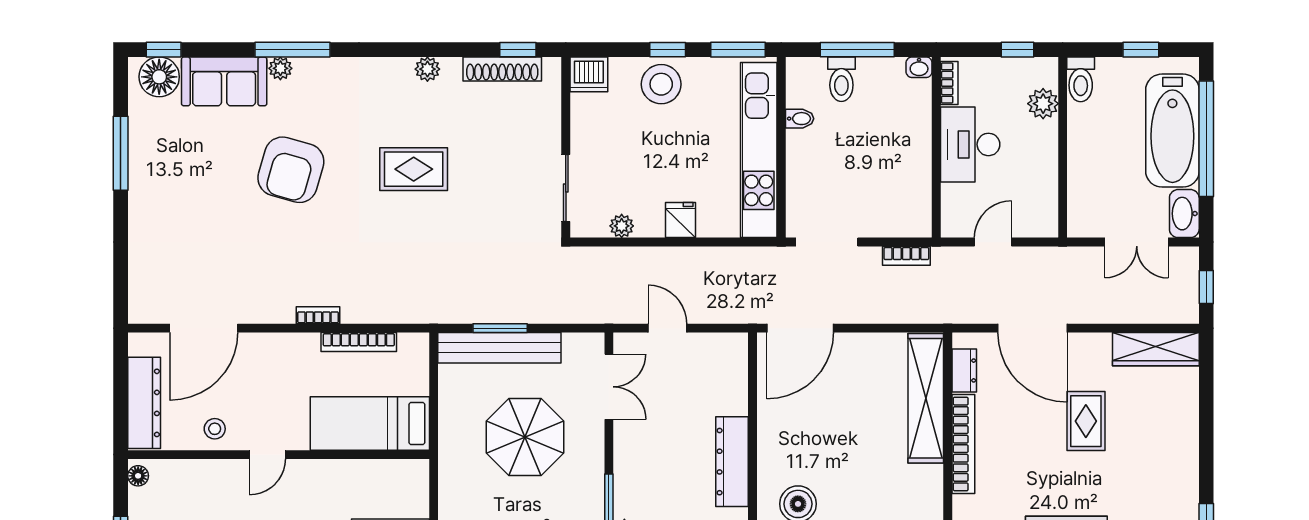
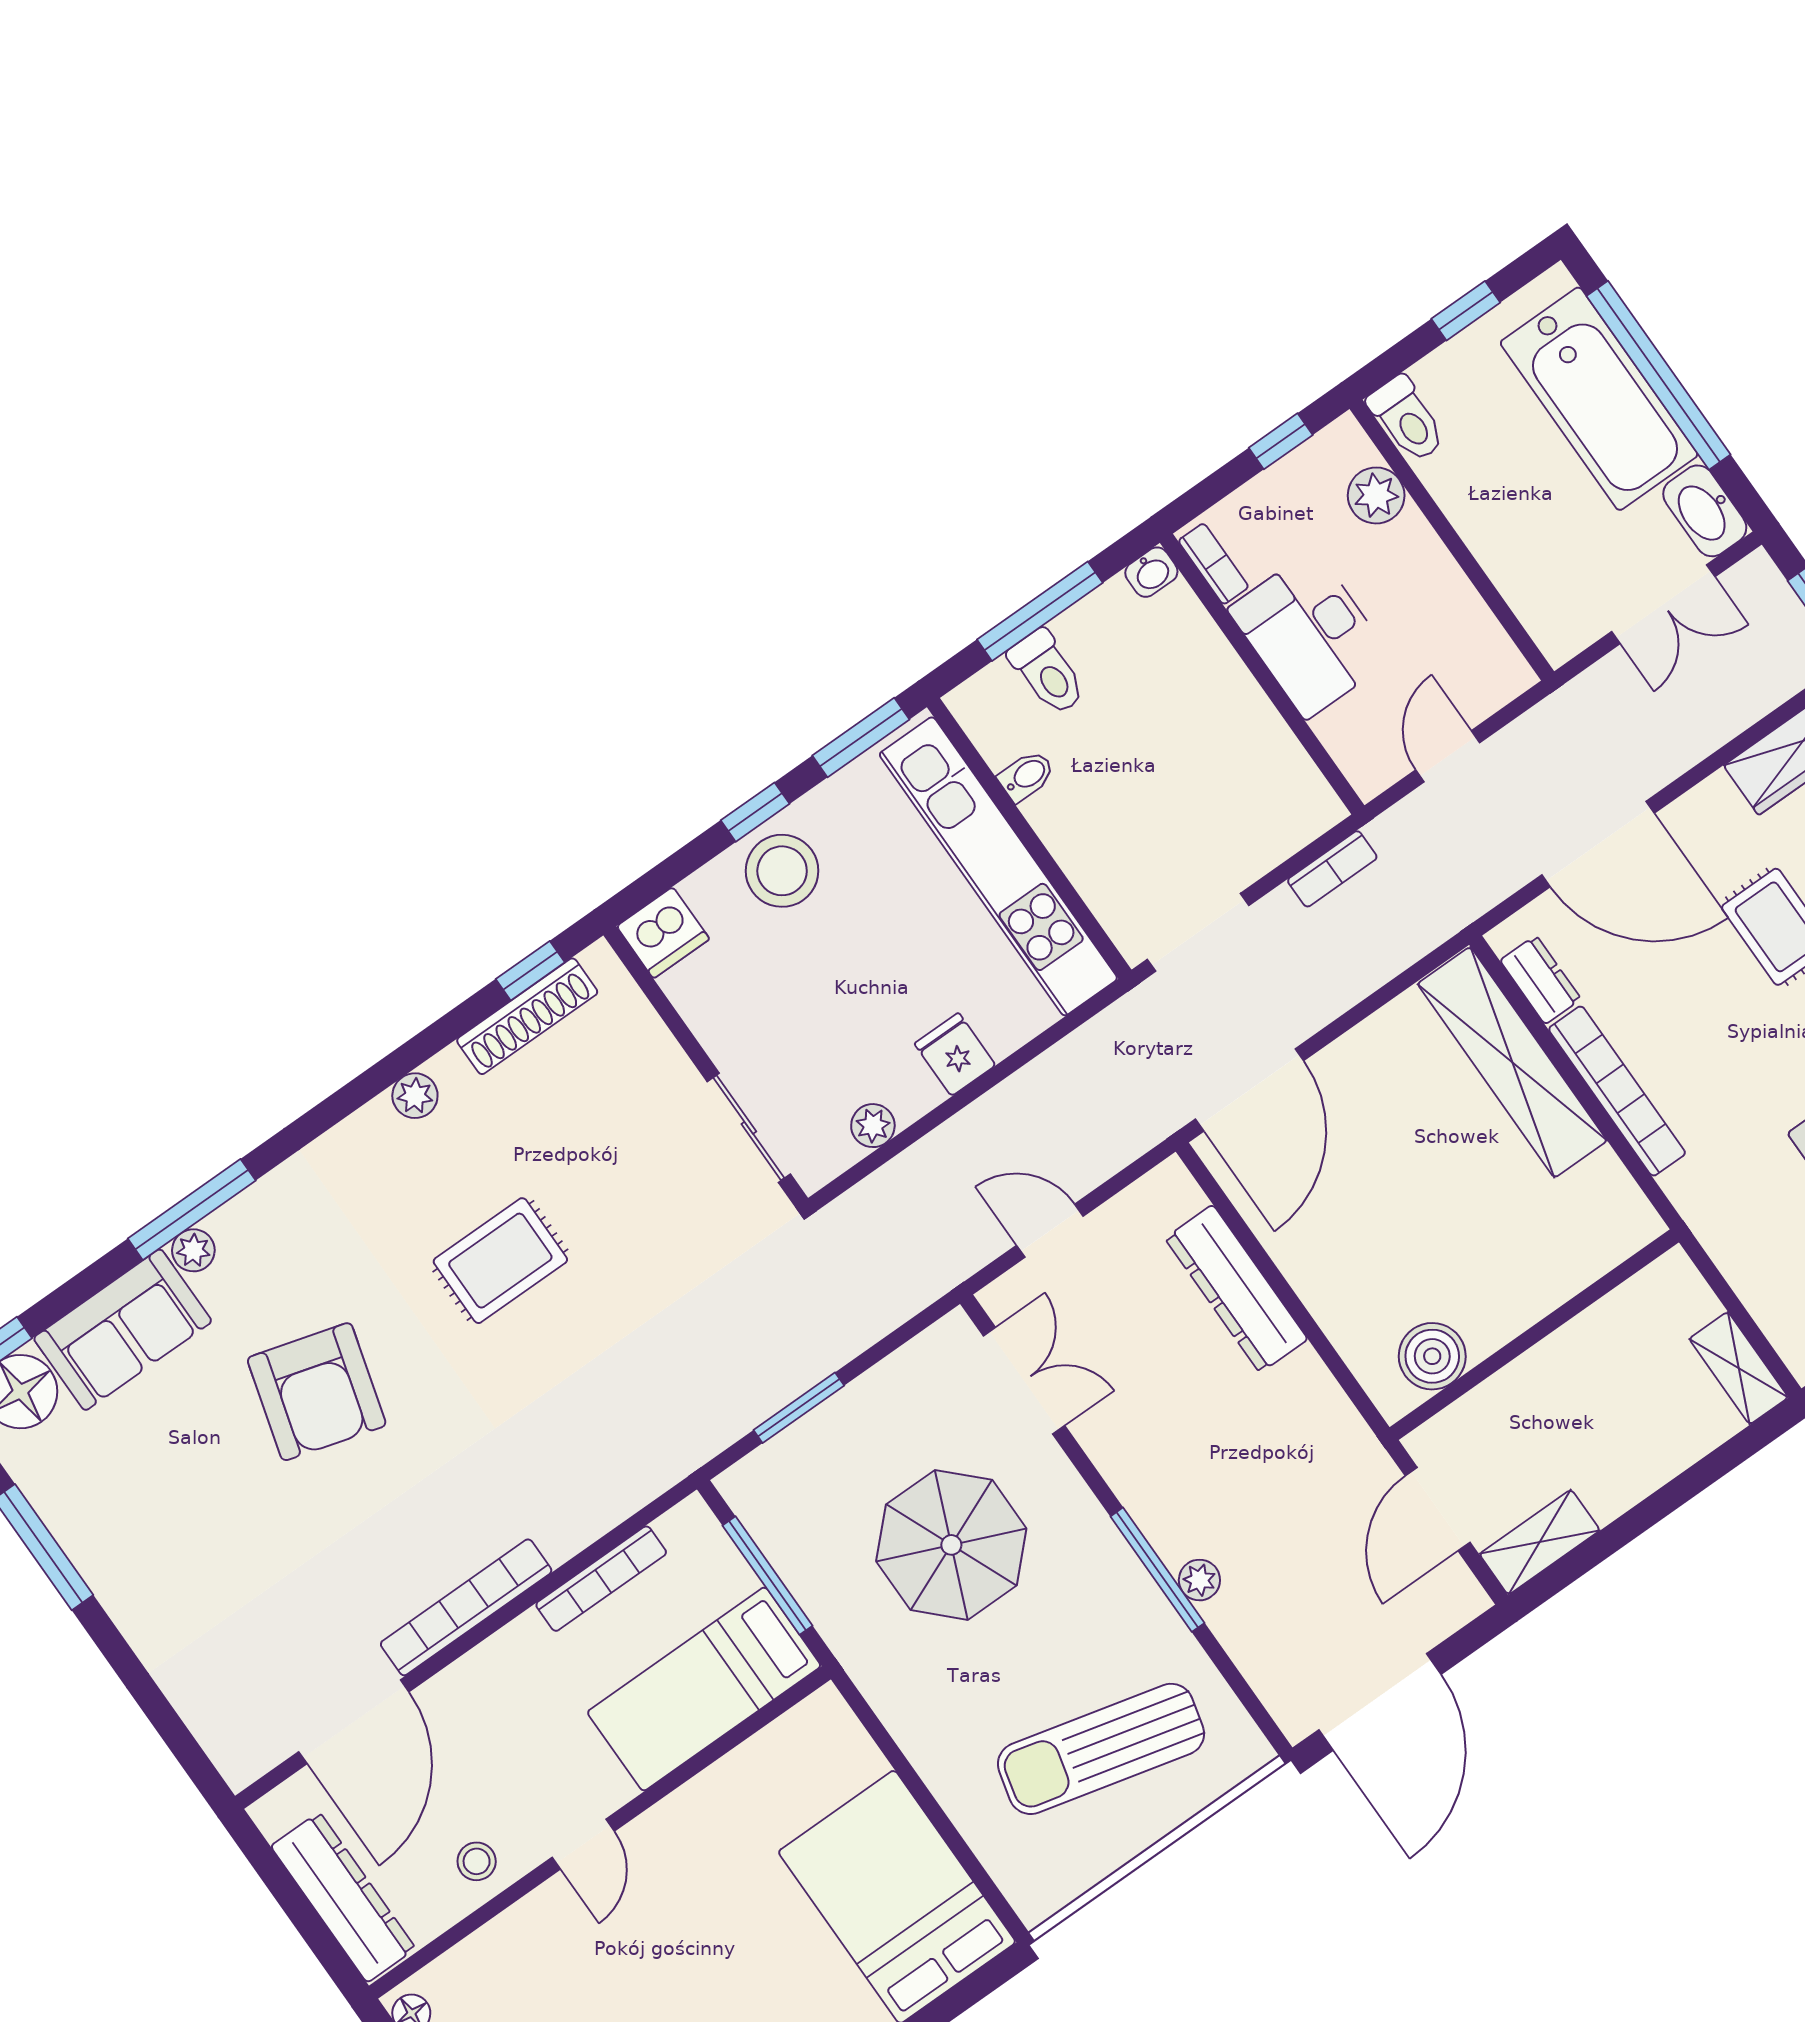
bookcase: (318, 315) -> (466, 1607), width x2.31, depth x1.31
bench: (499, 348) -> (818, 1438), removed
window: (434, 393) -> (767, 1576), added
dresser: (732, 462) -> (1236, 1289), moved

